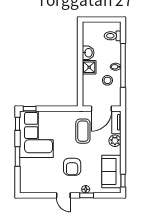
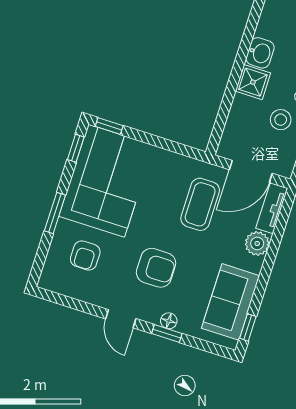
armchair: (72, 167) -> (156, 268), turned -90
armchair: (38, 172) -> (85, 255), added

